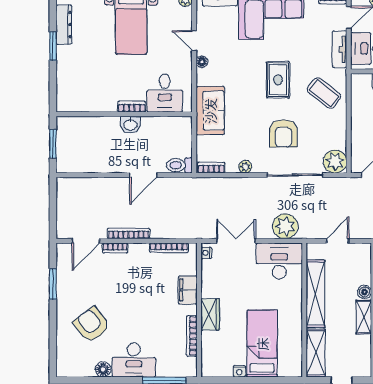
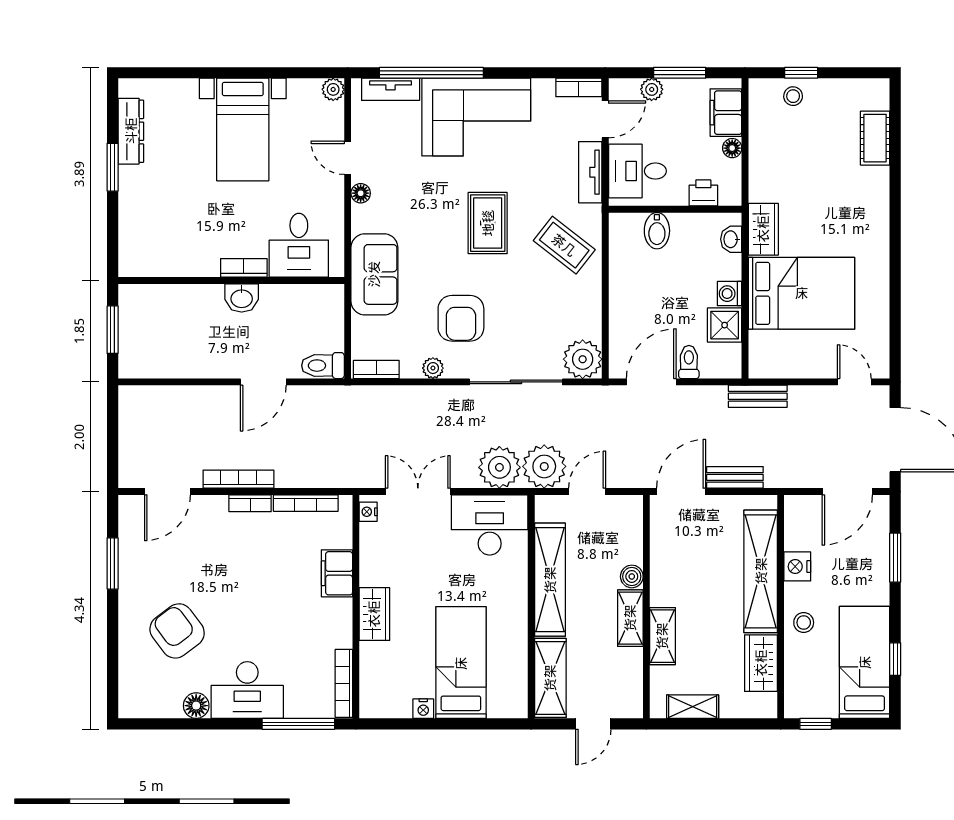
armchair: (283, 133) -> (461, 318), moved
plant: (312, 226) -> (544, 466), added
bookcase: (115, 248) -> (250, 503), moved
bookcase: (192, 336) -> (344, 683), moved

